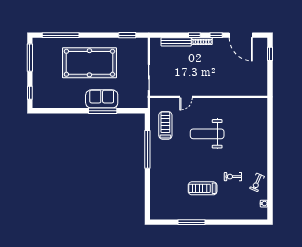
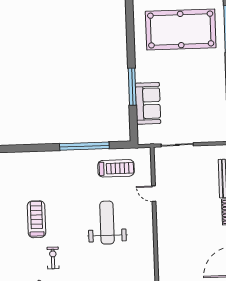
pool table: (89, 63) -> (181, 30), moved, turned 90
sofa: (102, 99) -> (148, 103), moved

